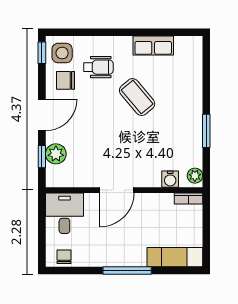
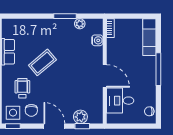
plant: (195, 176) -> (80, 24), moved
desk: (64, 213) -> (120, 101), moved

